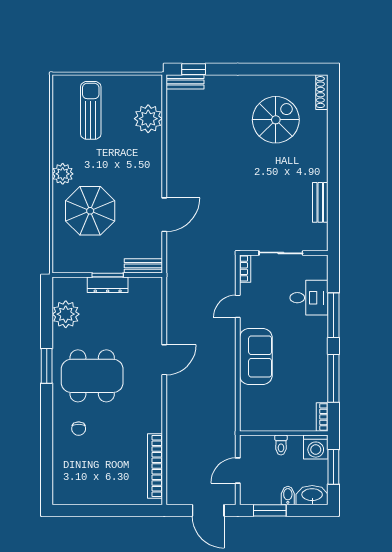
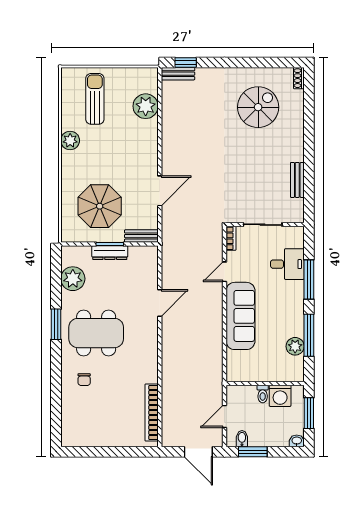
shoe rack: (322, 92) -> (299, 78), width x0.70
plant: (63, 174) -> (70, 140), moved
parasol: (90, 211) -> (100, 206), moved
sofa: (256, 357) -> (241, 316), width x1.36
door: (164, 360) -> (160, 303), moved
plant: (318, 391) -> (295, 346), added
bookcase: (322, 417) -> (299, 369), removed
washing machine: (316, 447) -> (280, 396), moved
washbasin: (312, 495) -> (297, 441), width x0.52, depth x0.69
bidet: (288, 496) -> (242, 439), moved

